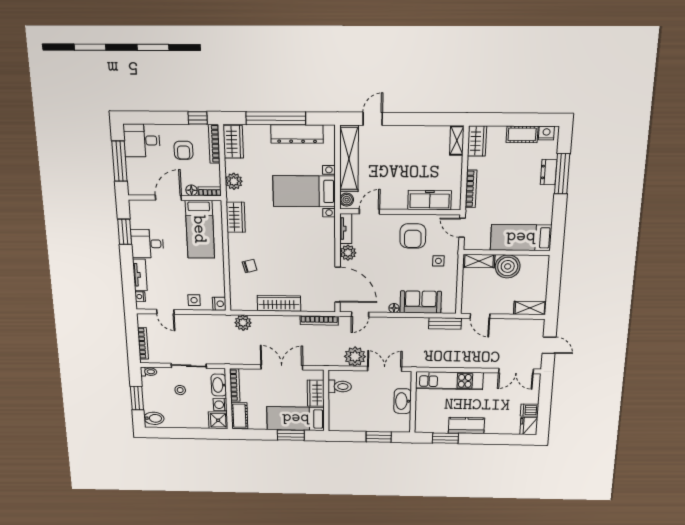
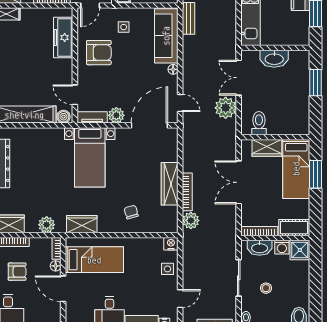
bed with nightstands: (304, 191) -> (90, 157), moved
sofa: (421, 302) -> (166, 36), width x1.36
bookcase: (319, 320) -> (187, 192), moved

